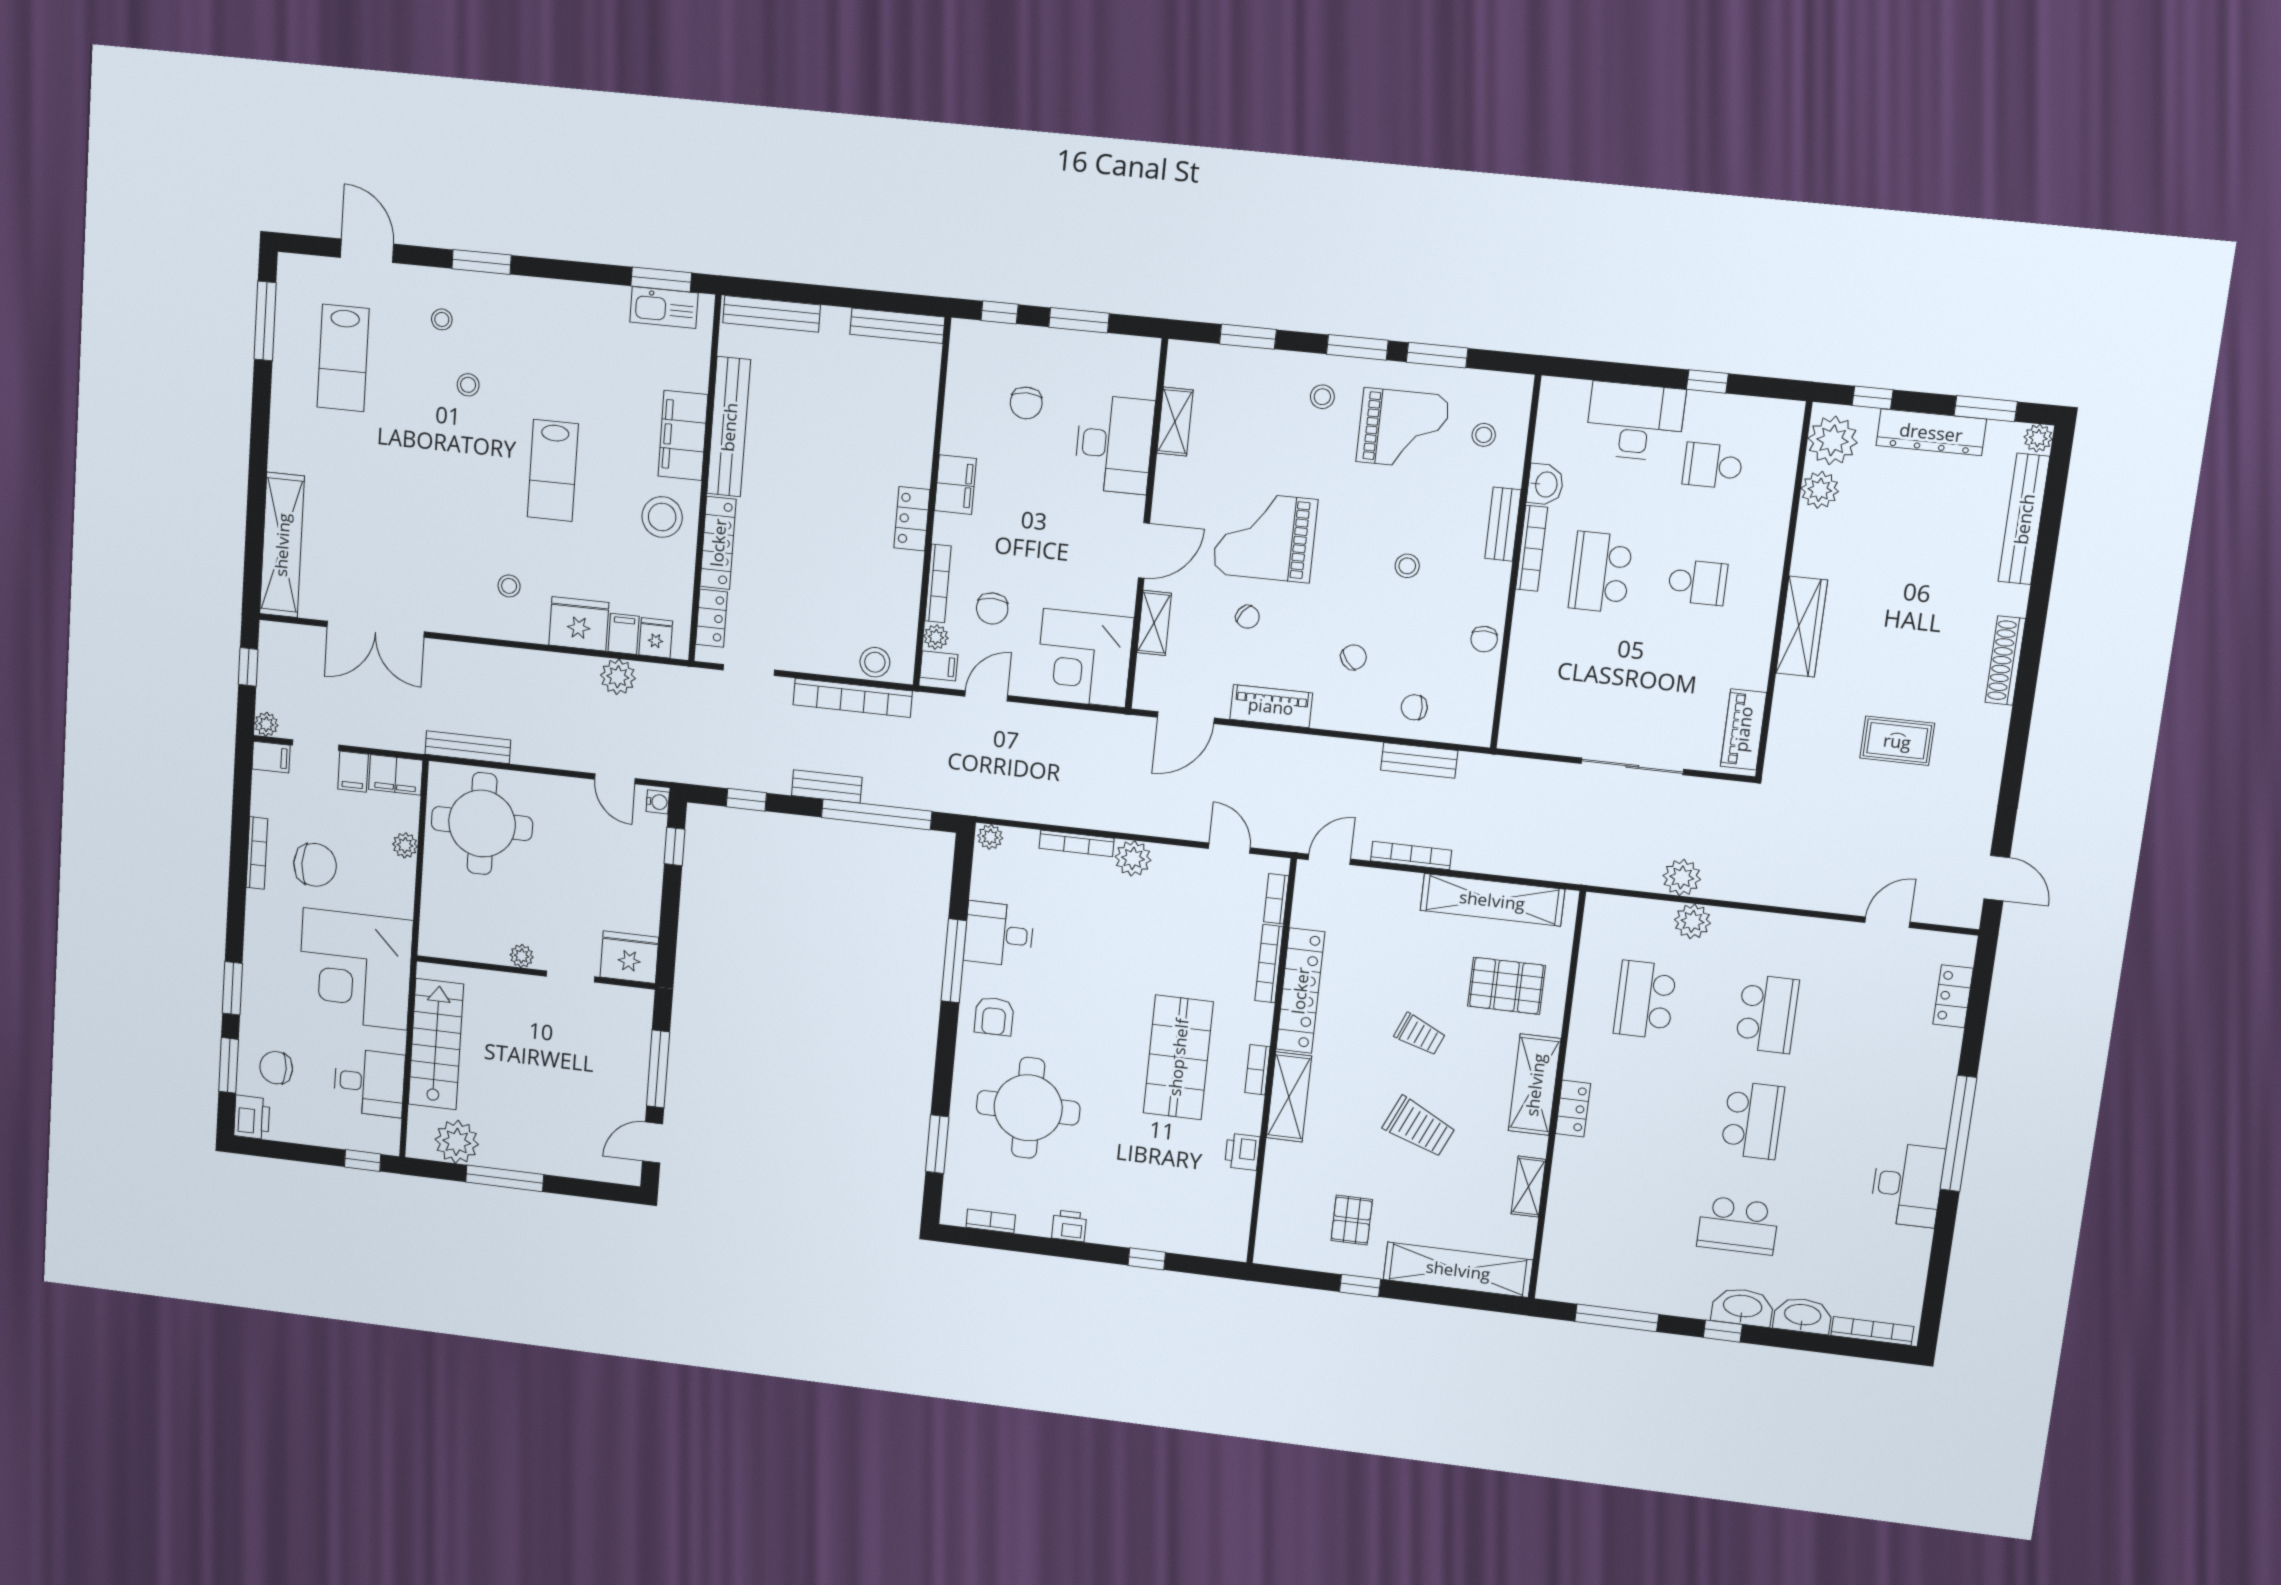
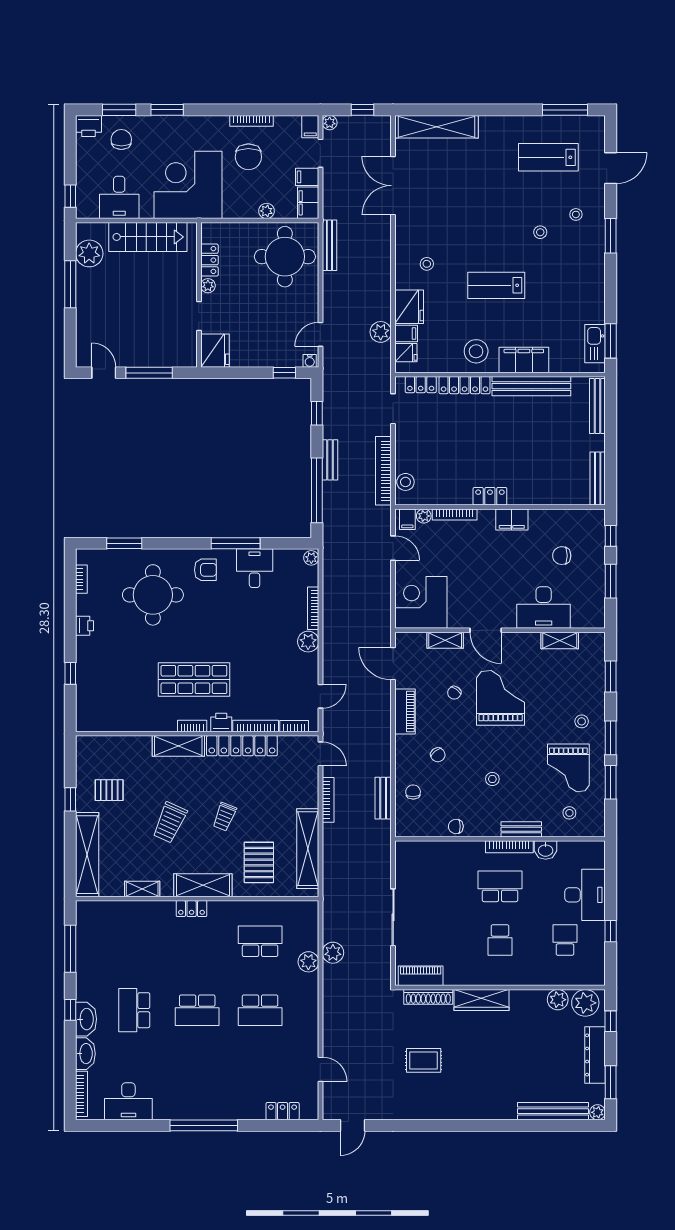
chair: (992, 608) -> (444, 547), removed
shoe rack: (2005, 661) -> (428, 997), moved, turned 180
rug: (1897, 741) -> (424, 1060), turned 90
locker: (480, 949) -> (209, 260), added
armchair: (994, 1016) -> (205, 570), turned 180
printer: (1242, 1152) -> (221, 722), moved
desk: (1907, 1185) -> (128, 1101), moved

